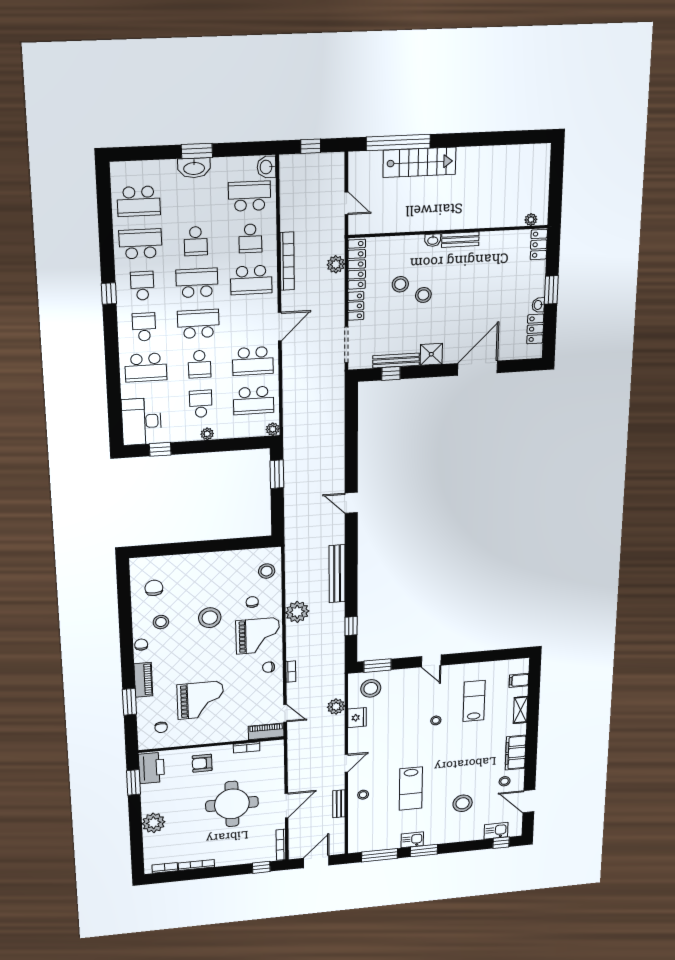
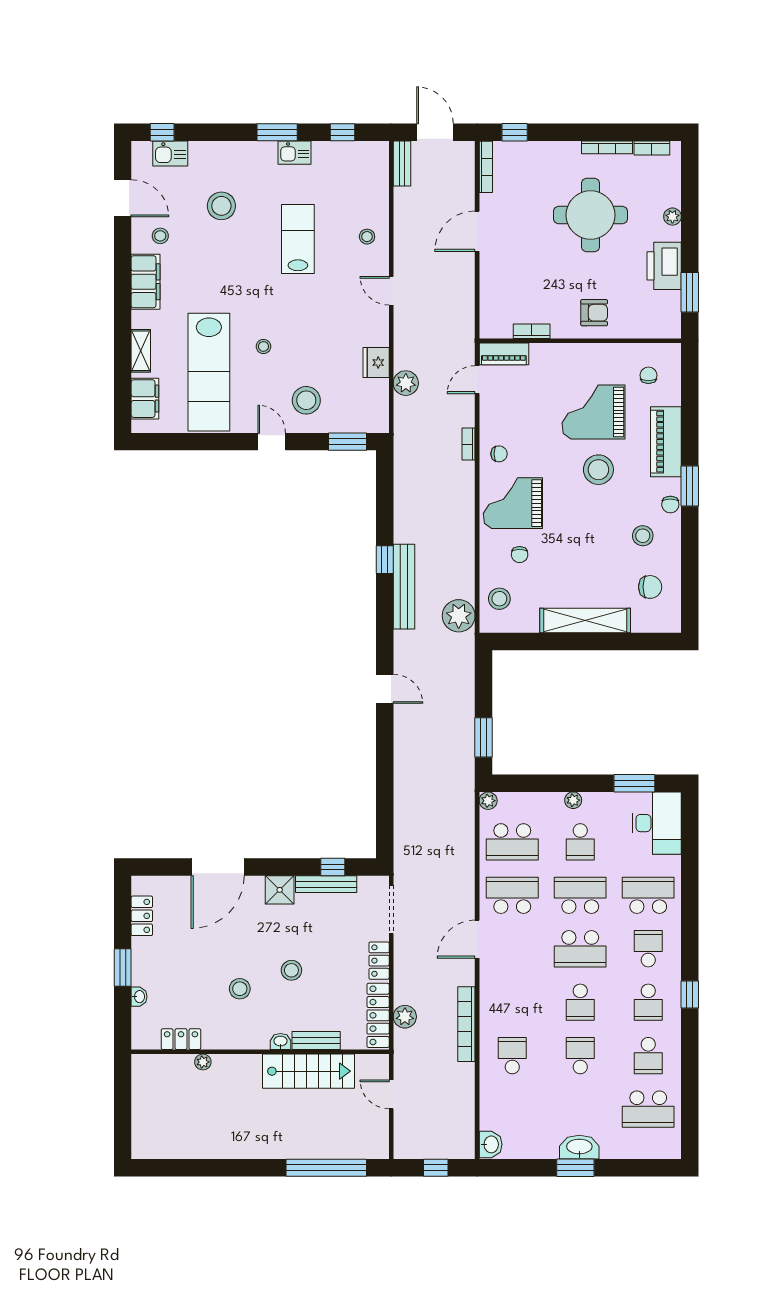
stairs: (420, 162) -> (309, 1071), moved, turned 180
school desk: (250, 196) -> (512, 1109), removed
school desk: (139, 201) -> (648, 1109), turned 180
plant: (531, 220) -> (203, 1062), moved
bench: (460, 240) -> (316, 1040), moved
school desk: (140, 244) -> (648, 1056), width x0.54
locker: (539, 245) -> (181, 1039), moved, turned -90
school desk: (251, 280) -> (512, 1002), removed
school desk: (197, 283) -> (580, 1002), width x0.54
stool: (400, 284) -> (240, 989), moved
washbasin: (538, 305) -> (139, 997), moved
school desk: (144, 327) -> (648, 949), turned 180
school desk: (200, 364) -> (580, 895), width x1.85
school desk: (254, 400) -> (512, 842), turned 180
window: (160, 449) -> (634, 783), width x1.50
shelving: (202, 561) -> (585, 620), added
chair: (154, 588) -> (650, 587), turned -88
plant: (297, 612) -> (459, 616), moved
stool: (210, 618) -> (598, 470), moved
window: (351, 626) -> (385, 560), moved
piano: (143, 680) -> (666, 442), width x1.37, depth x1.33
filing cabinet: (519, 680) -> (145, 399), width x2.00
stool: (371, 688) -> (306, 400), moved
lab bench: (474, 701) -> (209, 372), width x1.86, depth x1.39
window: (129, 702) -> (690, 486), moved
door: (285, 713) -> (477, 380), hinge flipped
door: (346, 763) -> (391, 291), hinge flipped
printer: (151, 768) -> (664, 266), moved
round table: (232, 804) -> (590, 215), moved
bench: (339, 804) -> (402, 163), moved
plant: (154, 823) -> (672, 217), width x0.53, depth x0.53
window: (380, 855) -> (343, 132), width x0.46
door: (316, 862) -> (435, 132), swing flipped

